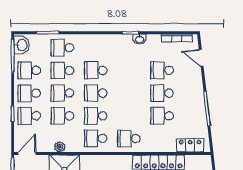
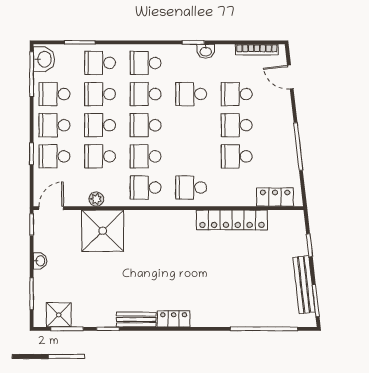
school desk: (96, 48) -> (146, 63), added
school desk: (129, 70) -> (191, 94), added

